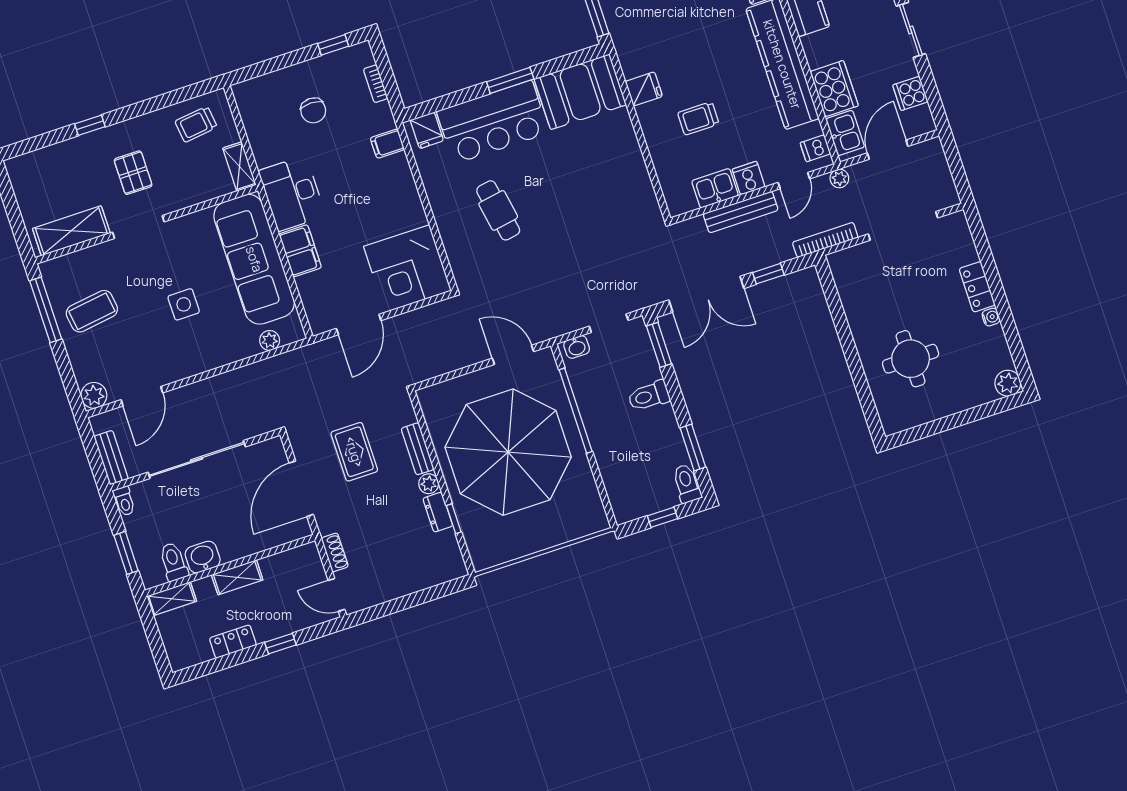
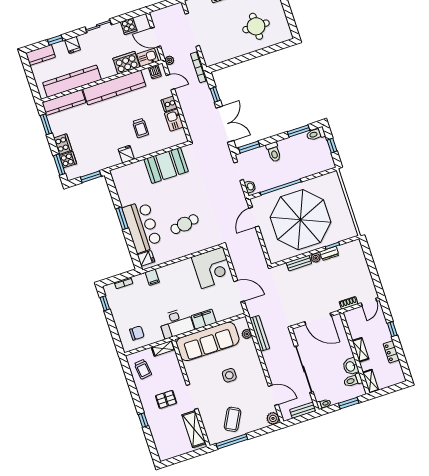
booth: (580, 92) -> (166, 165), moved, turned 90
chair: (313, 110) -> (137, 333), moved
bench: (741, 212) -> (260, 333), moved
coffee table: (92, 311) -> (233, 419), turned 36
rug: (354, 452) -> (300, 293), removed

